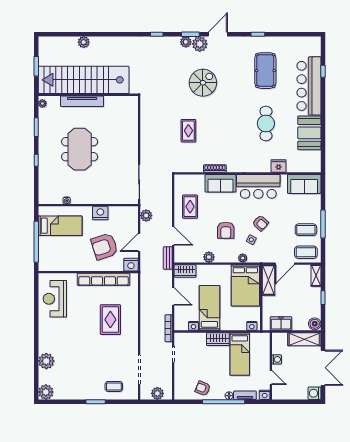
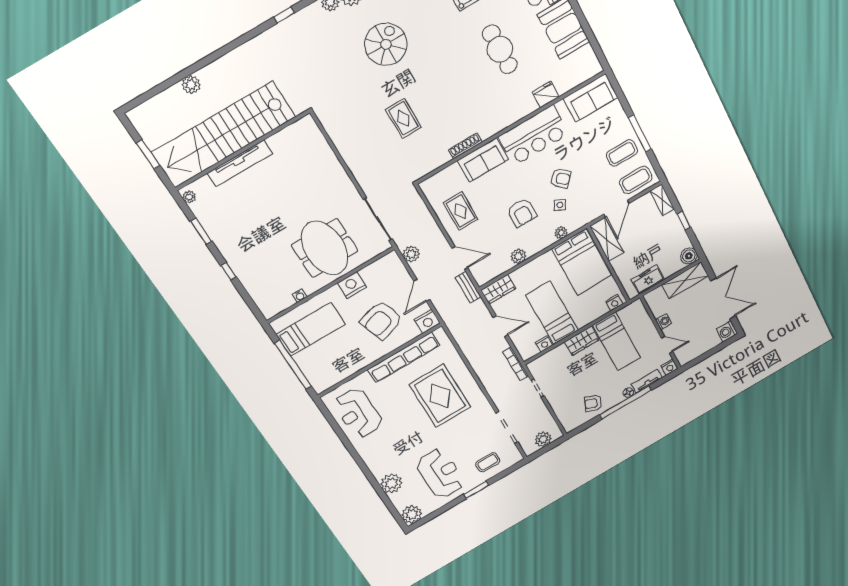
meeting table: (80, 149) -> (325, 248), moved
rug: (110, 320) -> (440, 396), width x1.37, depth x1.44
reception desk: (80, 374) -> (440, 473), added

